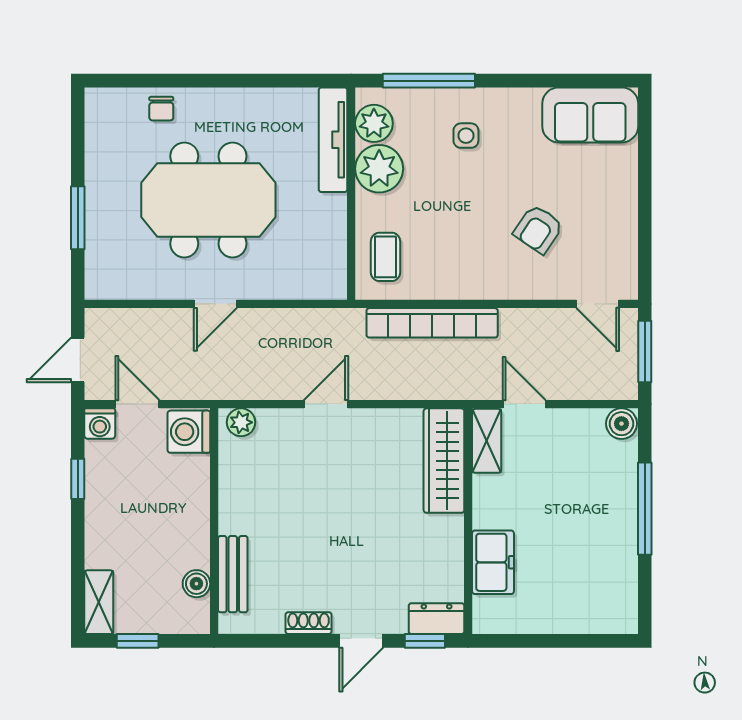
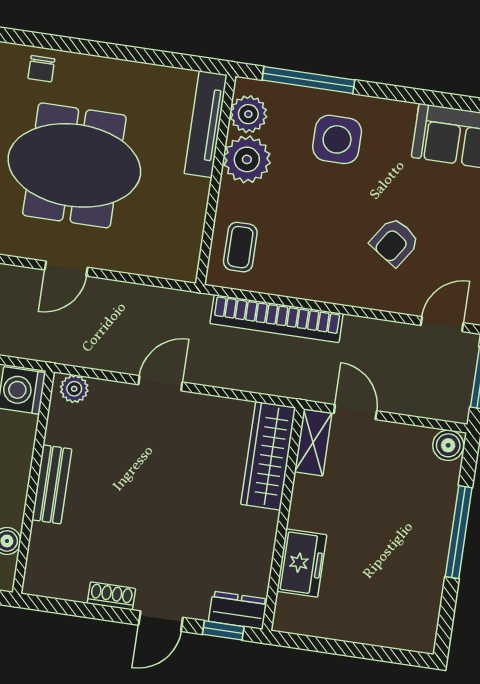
side table: (466, 136) -> (337, 139), width x1.87, depth x1.87
door: (598, 304) -> (442, 324), swing flipped
bench: (233, 574) -> (52, 484), moved

